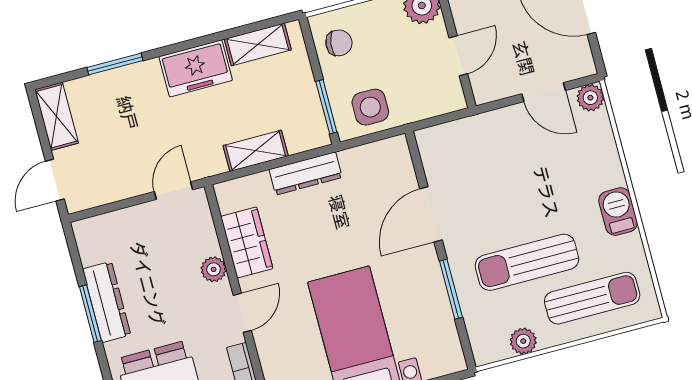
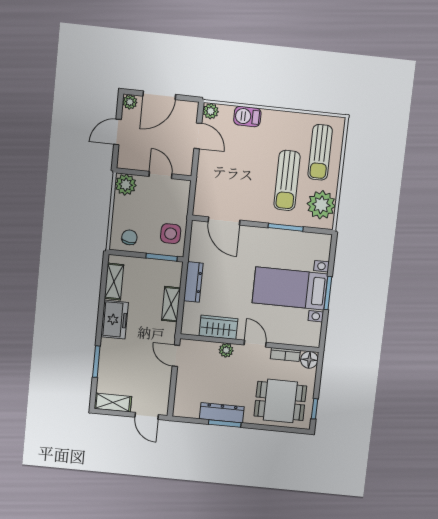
door: (544, 92) -> (198, 136), hinge flipped
barbecue: (618, 212) -> (247, 117), moved
door: (431, 214) -> (224, 221), moved
sun lounger: (592, 298) -> (320, 152), turned 180
plant: (523, 341) -> (321, 205), width x1.88, depth x1.88

